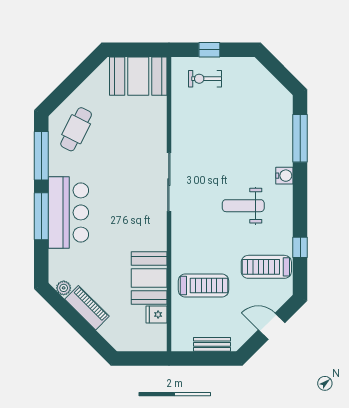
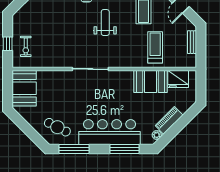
weight bench: (243, 206) -> (105, 23), turned 180
bar counter: (68, 212) -> (109, 132), width x1.36
window: (41, 216) -> (125, 149), moved
fridge: (156, 314) -> (178, 79), width x1.88, depth x1.34

